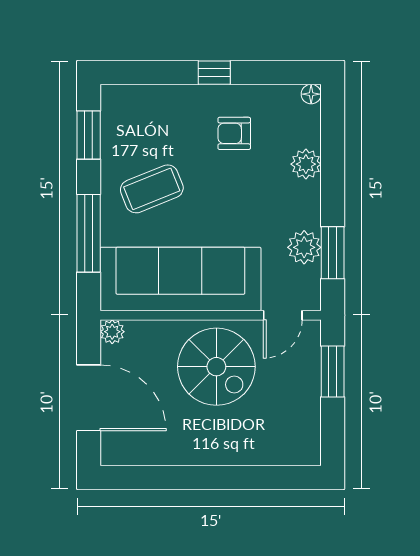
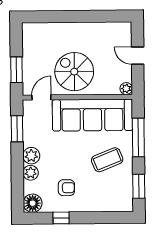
window: (214, 73) -> (61, 218), moved
floor lamp: (311, 94) -> (33, 203), width x1.89, depth x1.89
plant: (304, 247) -> (31, 156), moved
door: (89, 398) -> (138, 56), width x0.53

